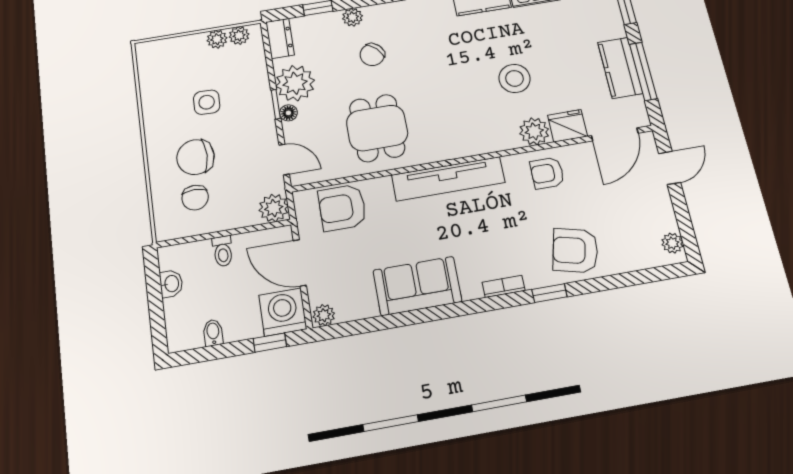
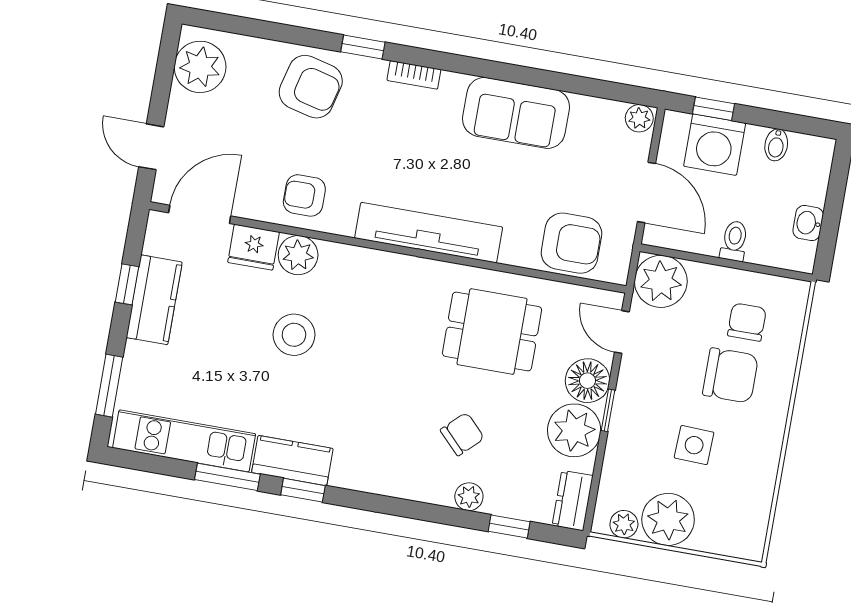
plant: (217, 39) -> (668, 519), width x1.87, depth x1.87
window: (643, 71) -> (127, 284), width x0.46
floor lamp: (288, 113) -> (587, 381), width x1.89, depth x1.89
dining table: (377, 128) -> (492, 331), turned 90
door: (670, 168) -> (151, 147), hinge flipped
armchair: (547, 173) -> (304, 195), turned 180
plant: (274, 208) -> (661, 281), width x1.36, depth x1.36
plant: (672, 243) -> (200, 67), width x1.88, depth x1.88
washing machine: (283, 312) -> (715, 145), moved

